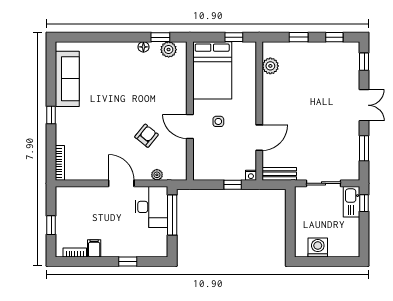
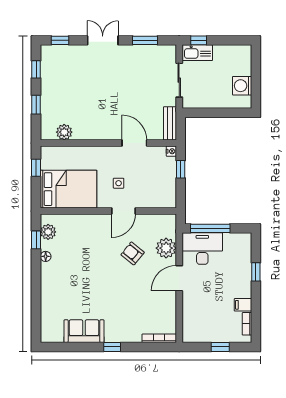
sofa: (67, 79) -> (84, 331), width x0.73
plant: (157, 175) -> (166, 248), width x1.87, depth x1.87

